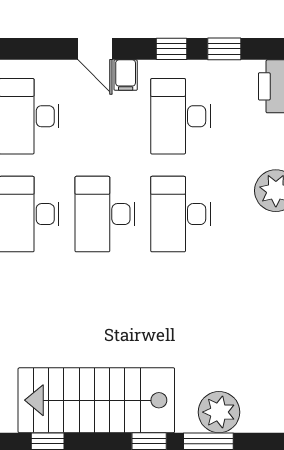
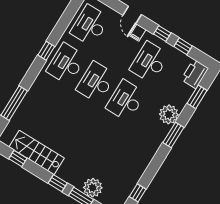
stairs: (96, 400) -> (37, 152), width x0.73, depth x0.66

